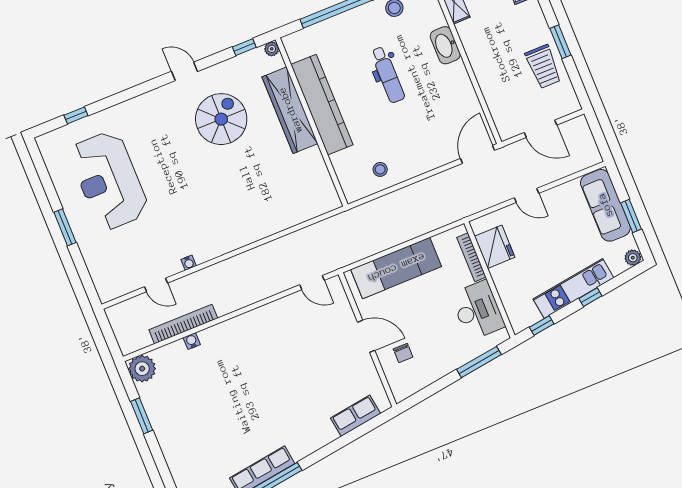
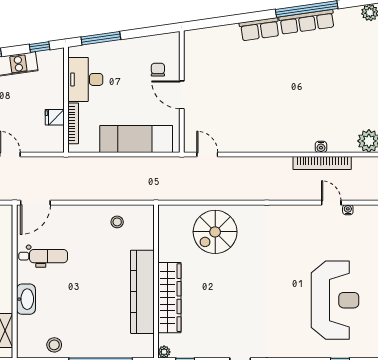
dental chair: (388, 75) -> (43, 256), moved, turned 90
spiral stairs: (221, 119) -> (215, 232), moved
fridge: (495, 247) -> (55, 117), width x0.53, depth x0.75
water cooler: (189, 263) -> (348, 210), moved
row of seats: (356, 416) -> (260, 29), moved

